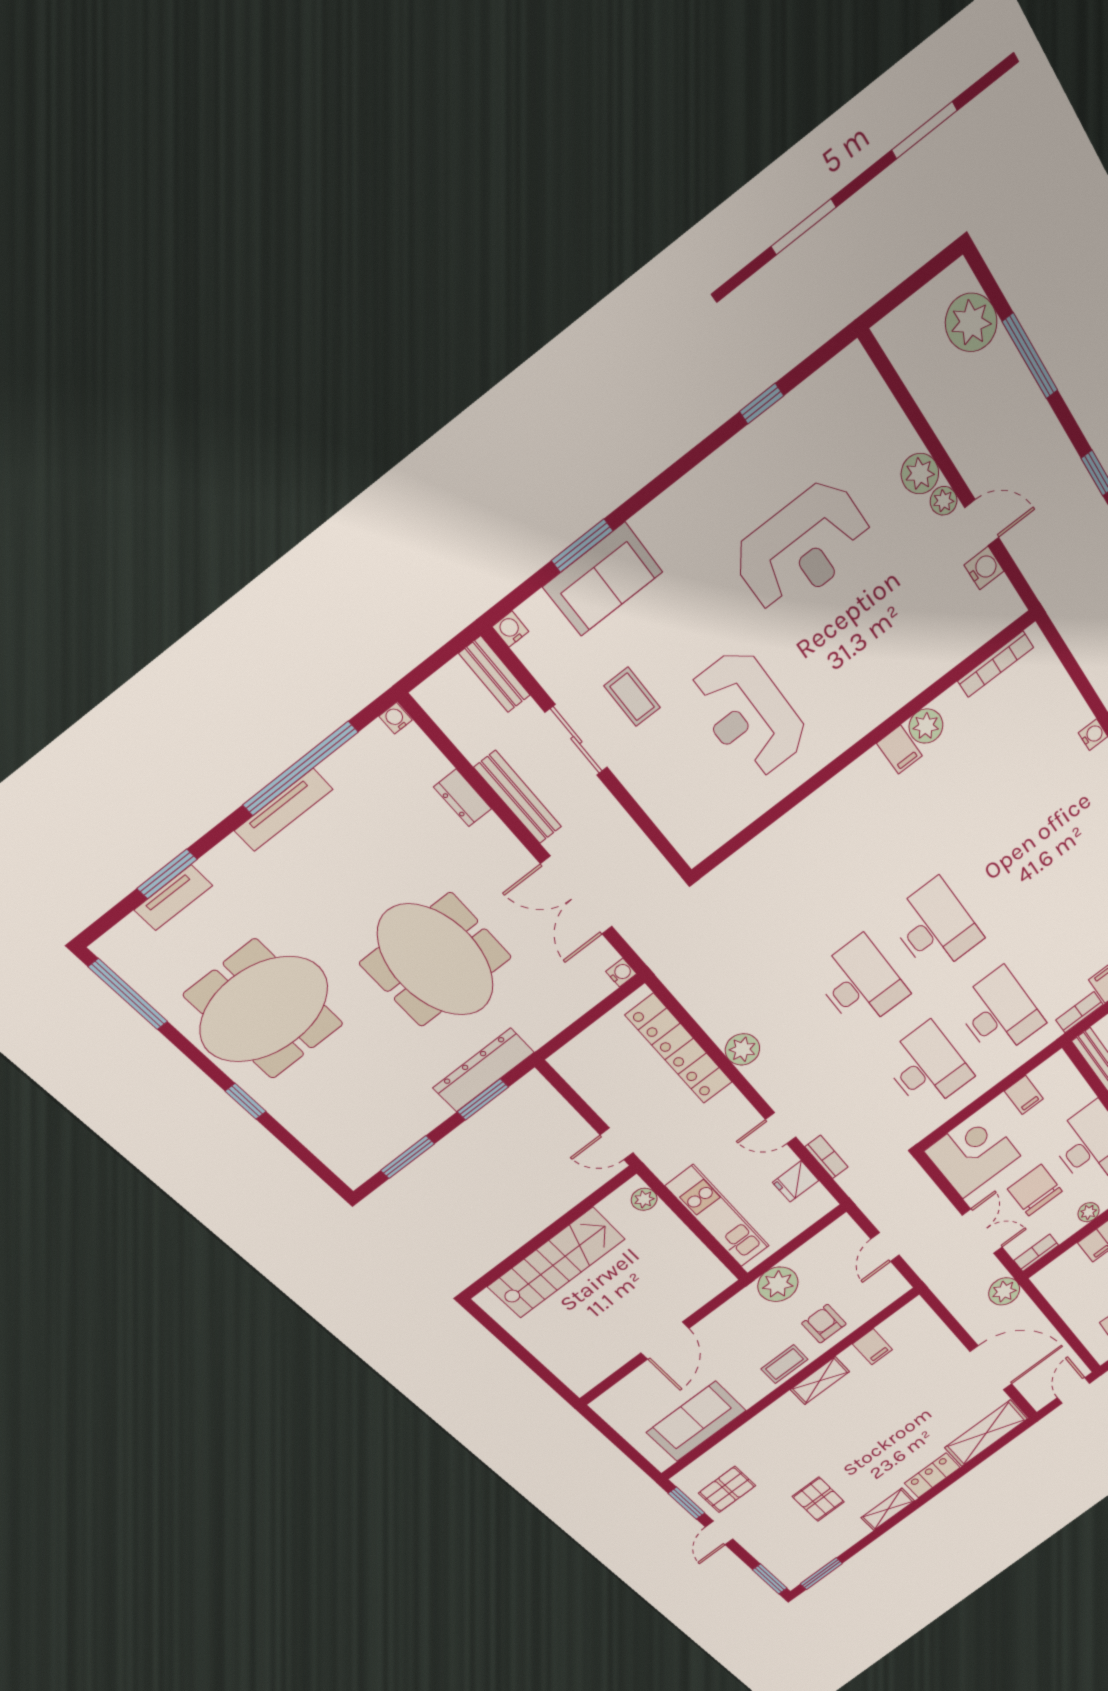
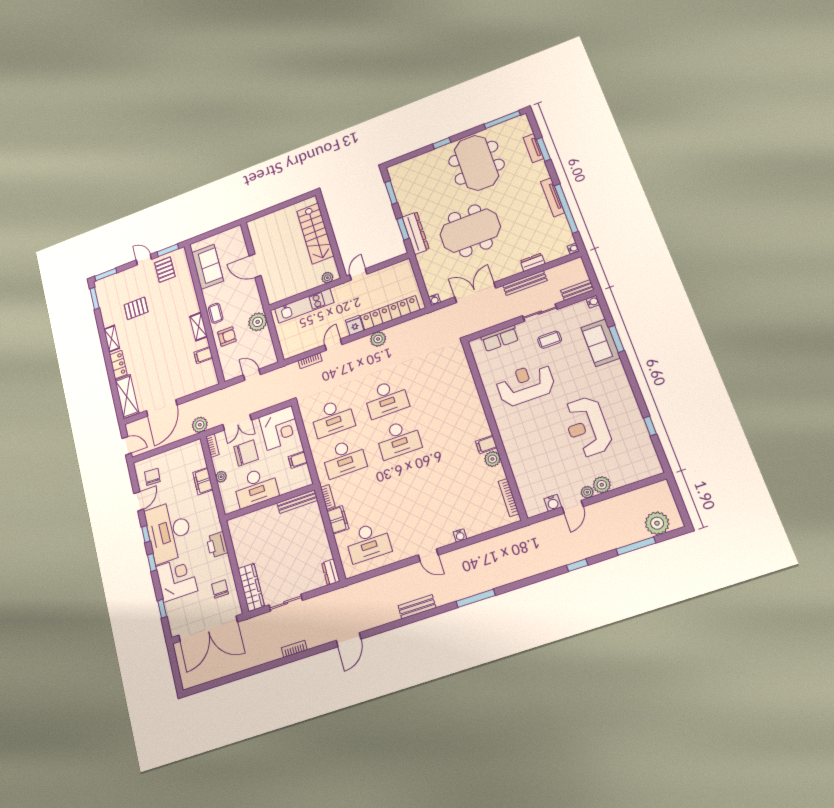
row of seats: (663, 805) -> (500, 338), added
fridge: (796, 1181) -> (355, 325), moved

